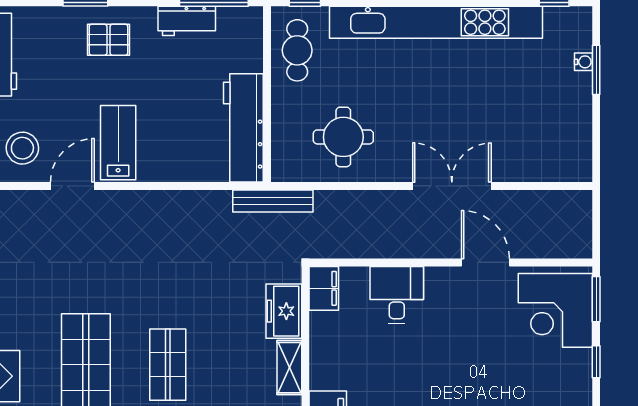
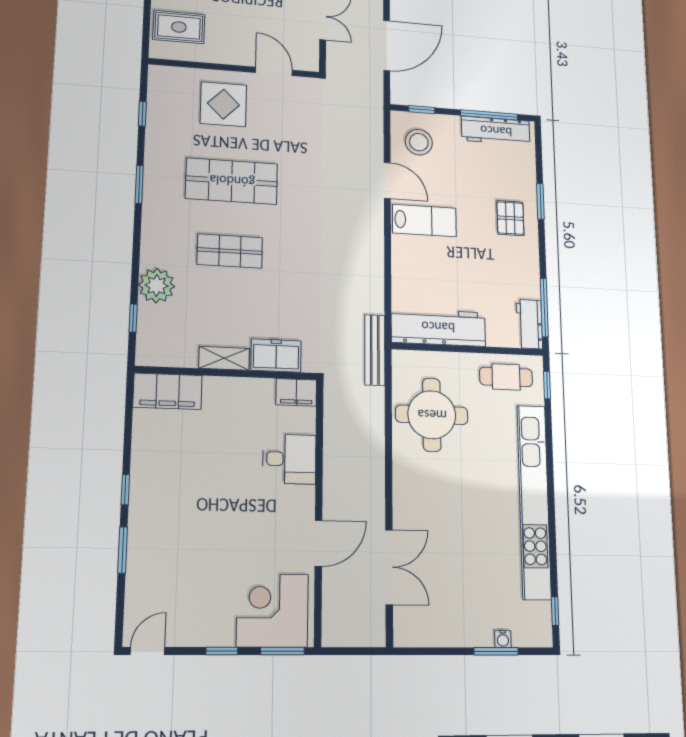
workbench: (187, 21) -> (529, 324), moved
round table: (343, 137) -> (432, 415), width x1.36, depth x1.36
double door: (452, 186) -> (389, 567), moved

